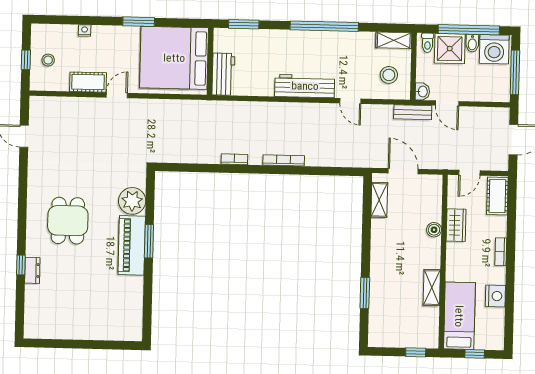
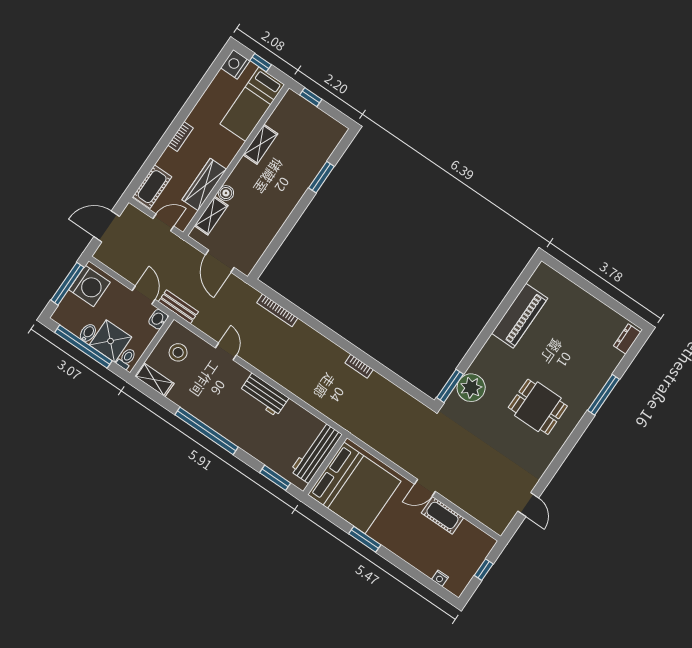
nightstand: (85, 30) -> (440, 578), moved
washing machine: (494, 49) -> (89, 286), moved, turned 90
stool: (48, 60) -> (465, 557), removed
workbench: (223, 74) -> (316, 453), width x1.38
workbench: (305, 86) -> (264, 395), width x0.73
bookcase: (284, 160) -> (277, 310), moved
shelving: (379, 200) -> (211, 216), moved
dining table: (68, 221) -> (538, 407), turned 90
wardrobe: (456, 225) -> (204, 185), width x1.50
window: (149, 241) -> (450, 386), moved
piano: (132, 245) -> (520, 316), moved
window: (21, 265) -> (603, 395), width x2.17
dresser: (32, 270) -> (627, 339), moved
nightstand: (495, 296) -> (235, 64), moved

